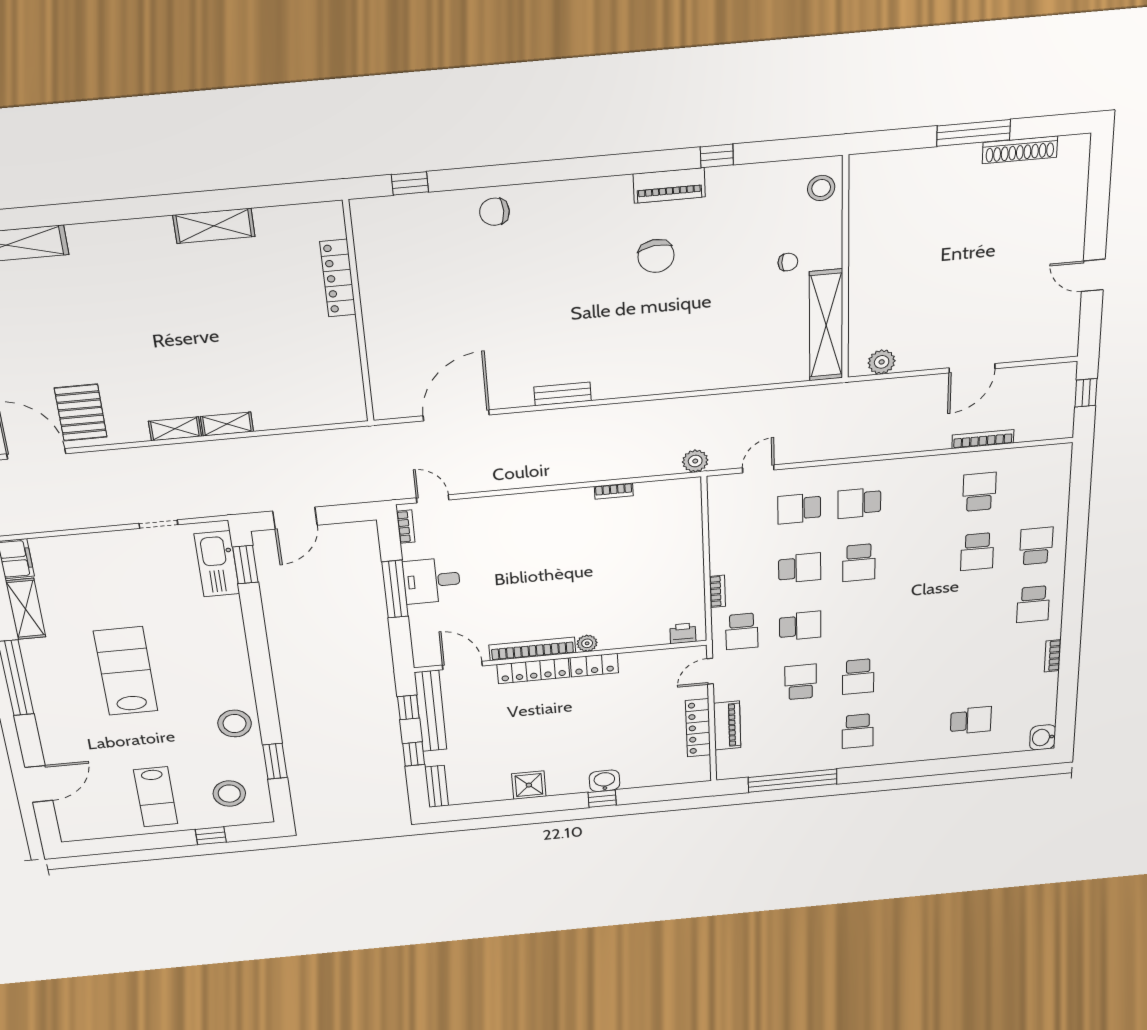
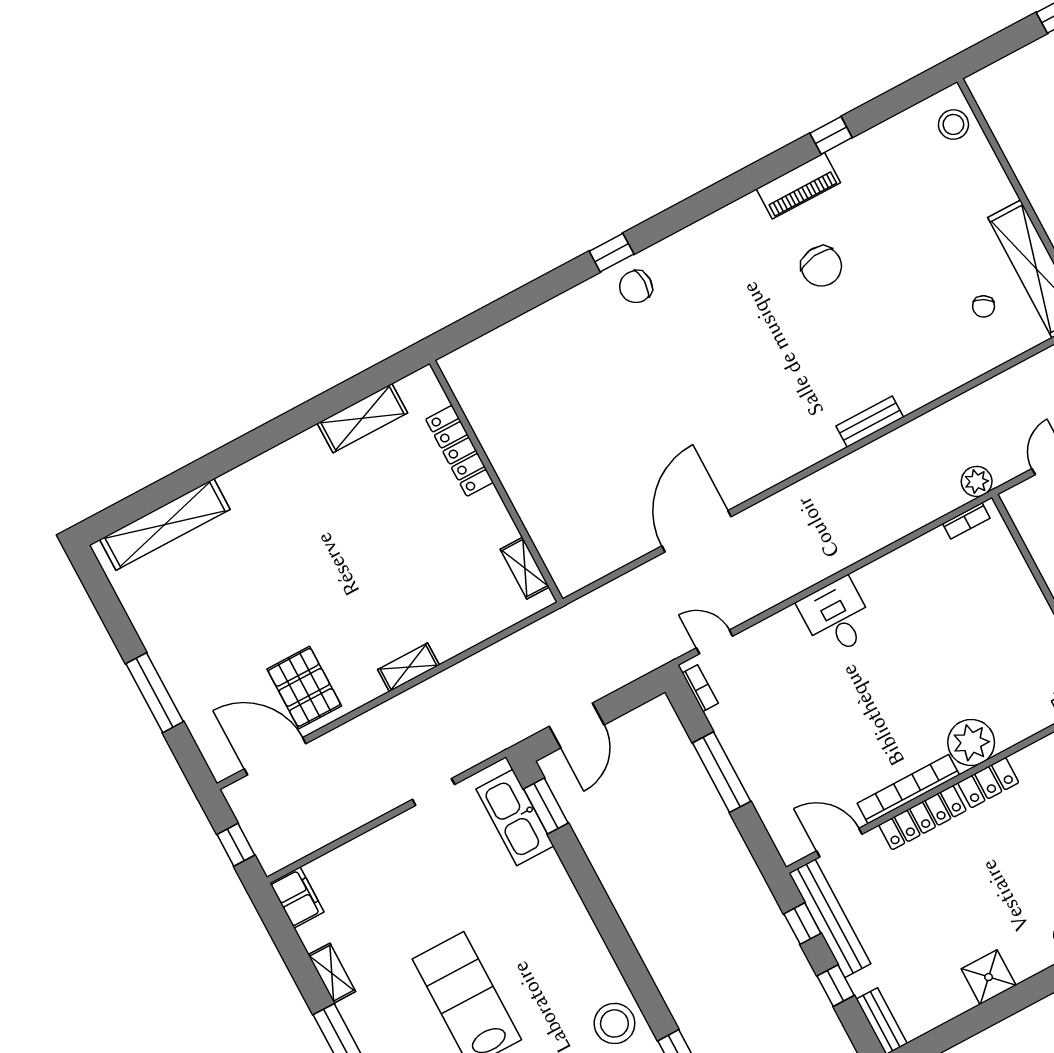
window: (410, 183) -> (612, 253), moved
chair: (788, 262) -> (984, 306), moved, turned 120
locker: (338, 278) -> (459, 451), moved
wall: (358, 313) -> (496, 481), moved
bench: (563, 394) -> (870, 422), moved
shelving: (227, 424) -> (525, 568), moved, turned 90
bookcase: (614, 491) -> (966, 521), moved
desk: (432, 581) -> (837, 617), moved, turned 90
shelving: (26, 609) -> (332, 973), width x0.67, depth x0.75
plant: (587, 643) -> (971, 742), width x1.88, depth x1.88

